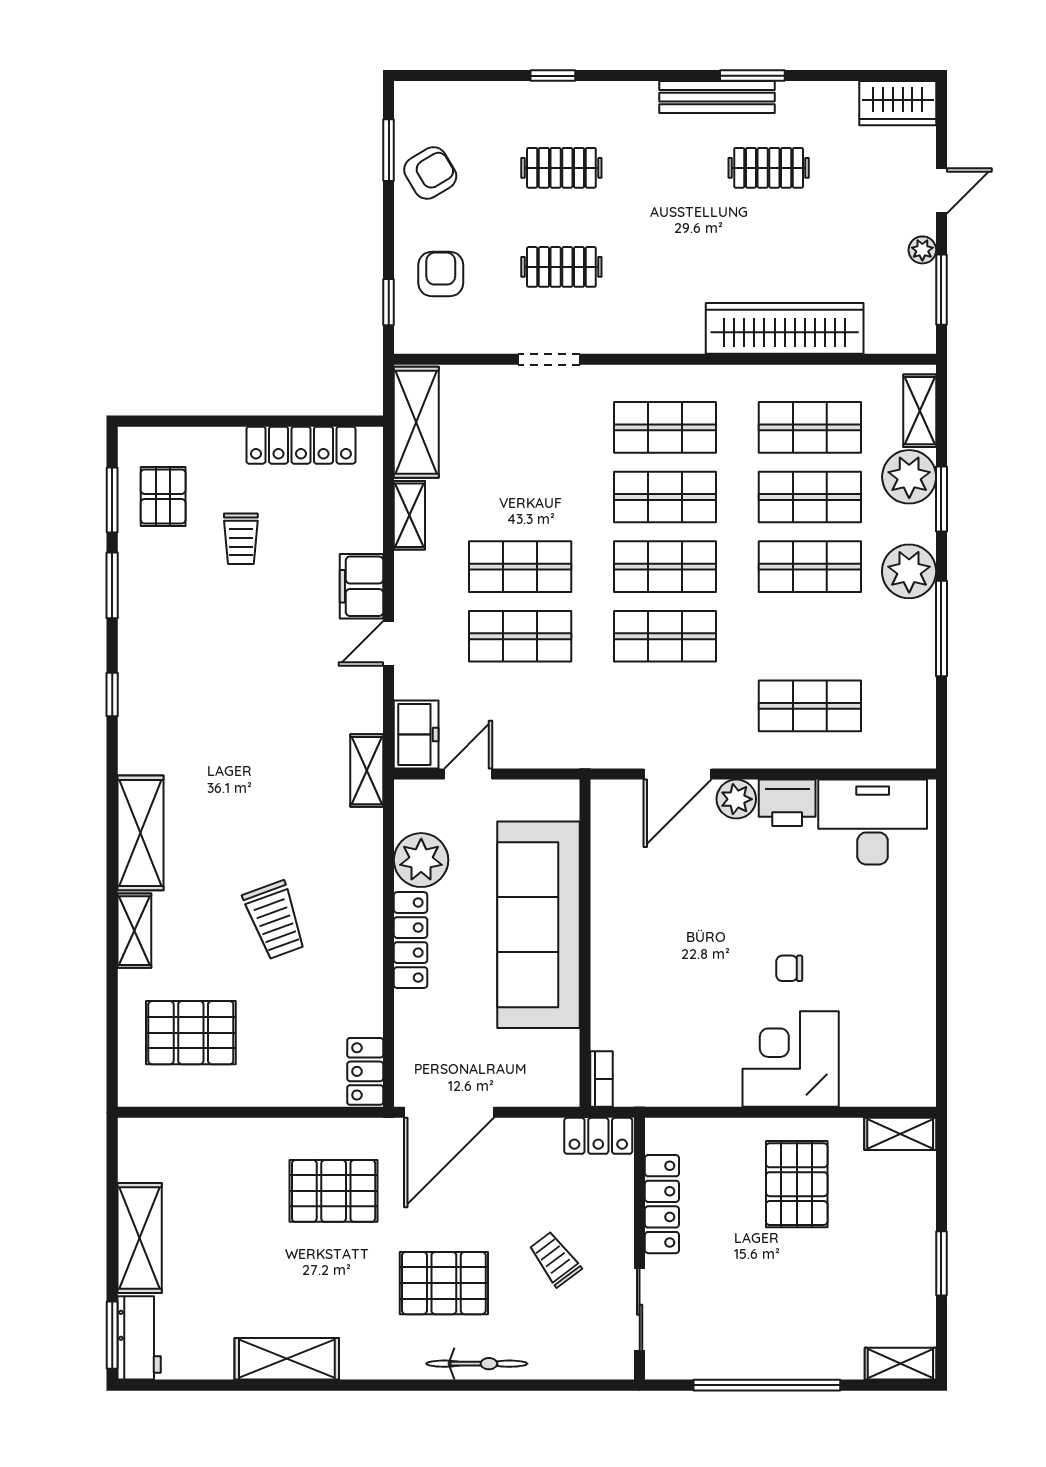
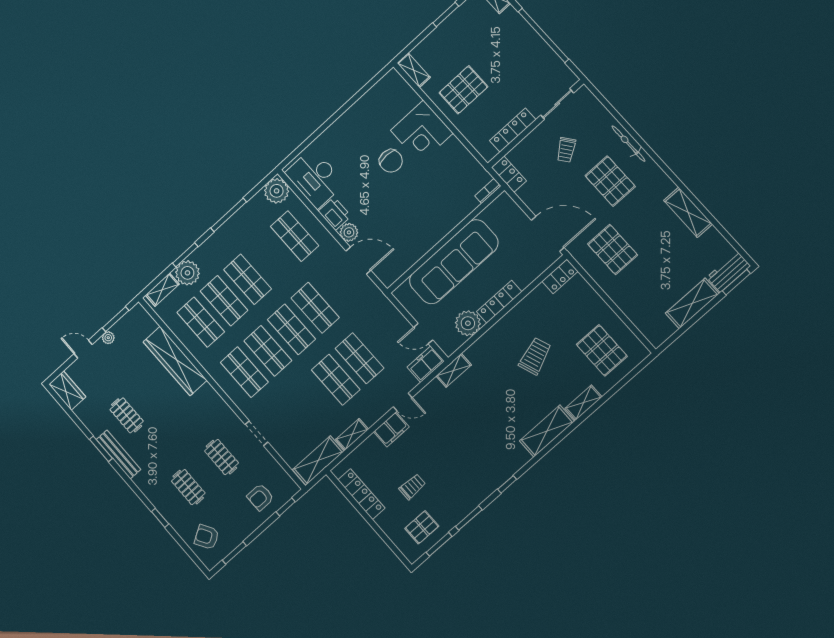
armchair: (430, 173) -> (207, 537), moved
plant: (909, 571) -> (277, 191), moved
chair: (789, 968) -> (391, 161), width x1.87, depth x1.87

